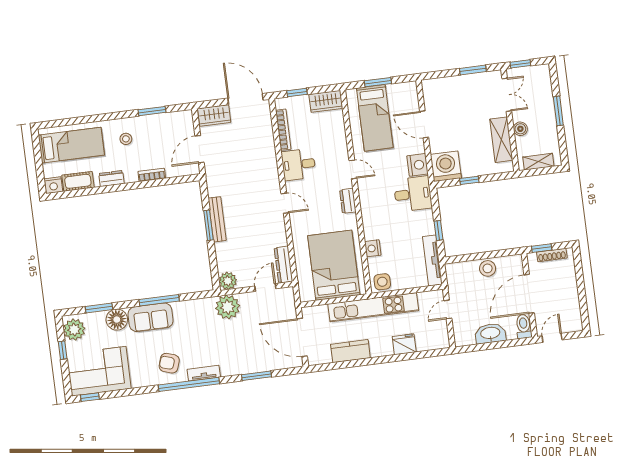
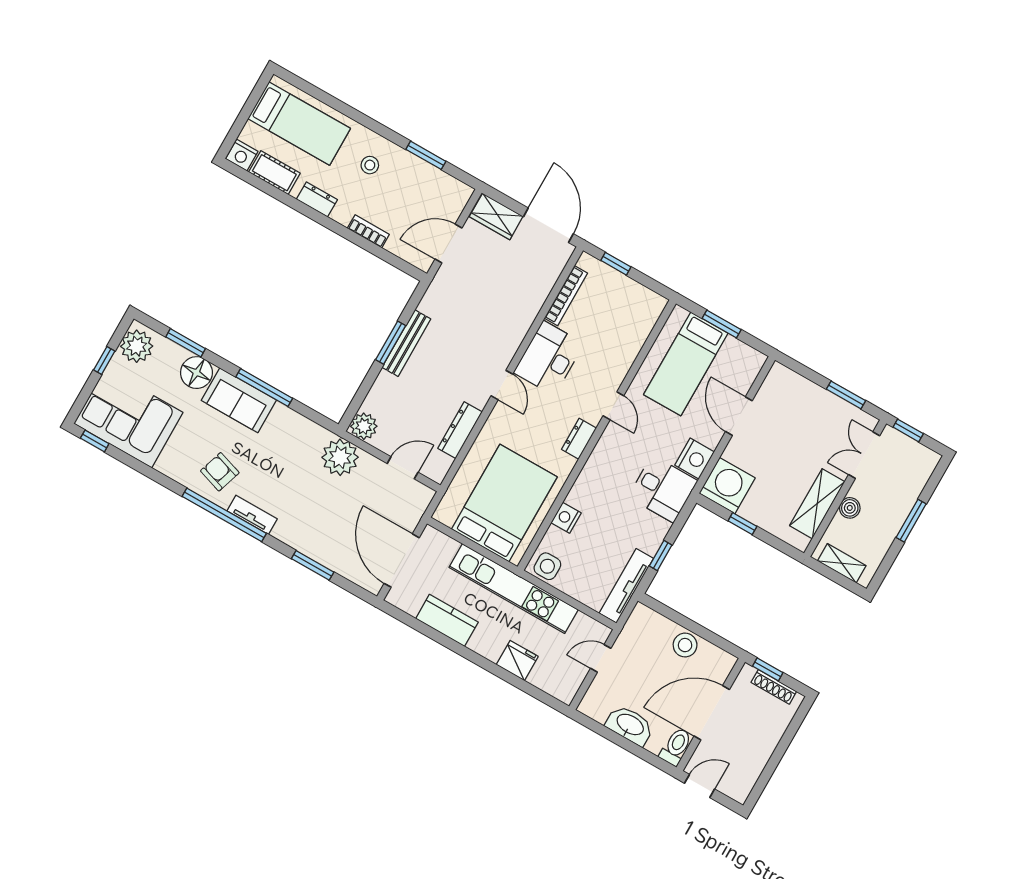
double door: (507, 95) -> (864, 455), swing flipped
wardrobe: (326, 101) -> (642, 300), removed
desk: (299, 164) -> (549, 358), width x1.37
dresser: (283, 265) -> (460, 430), moved

